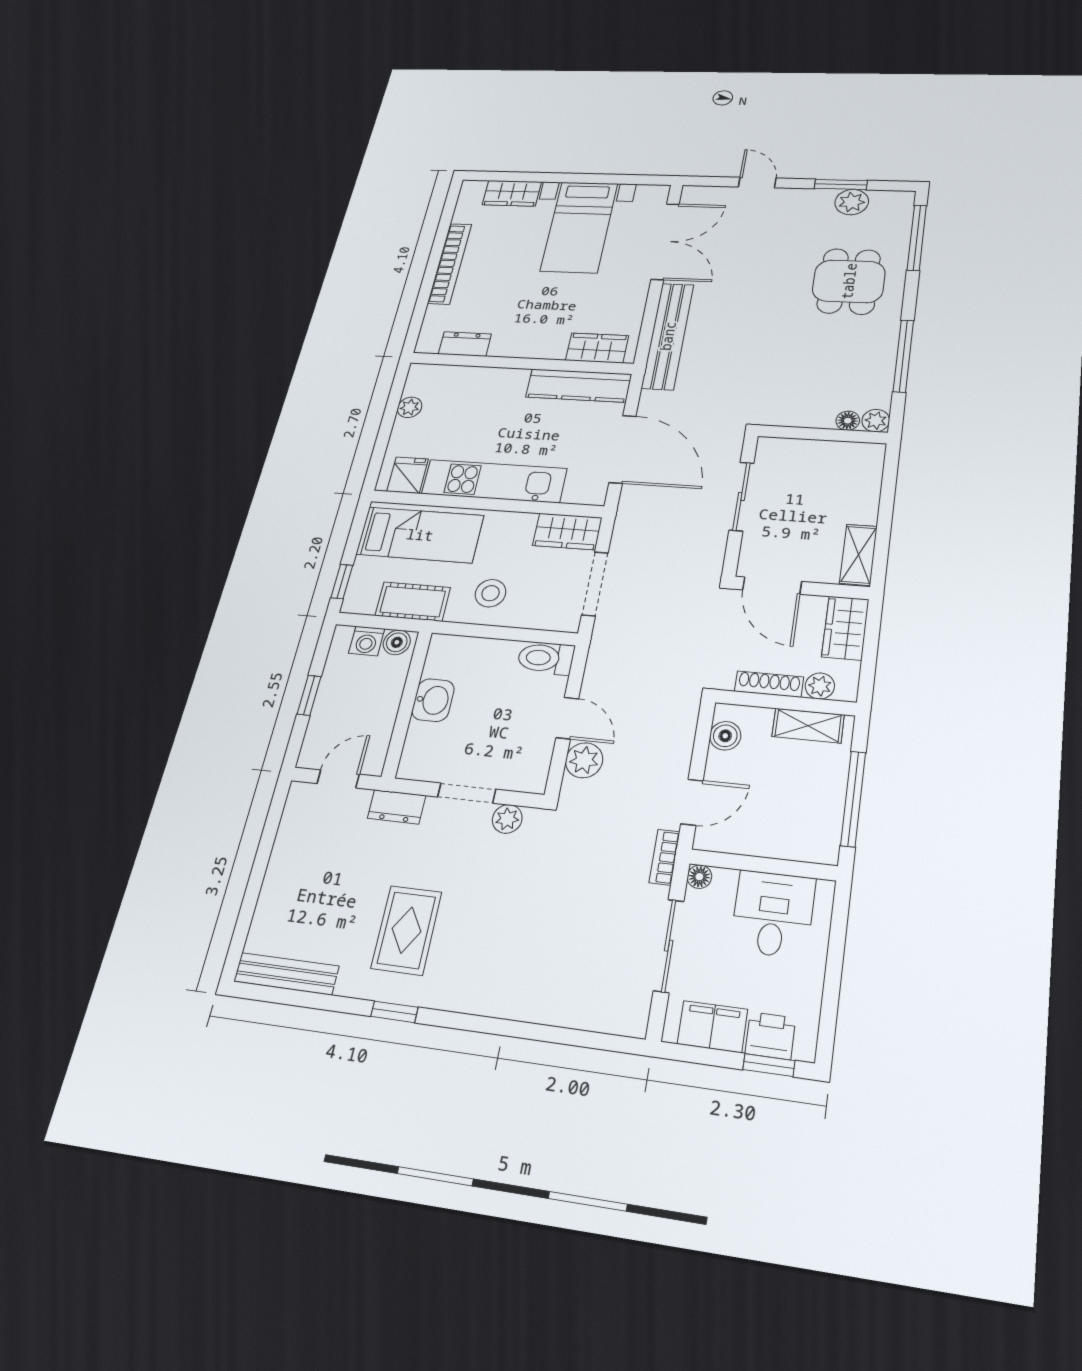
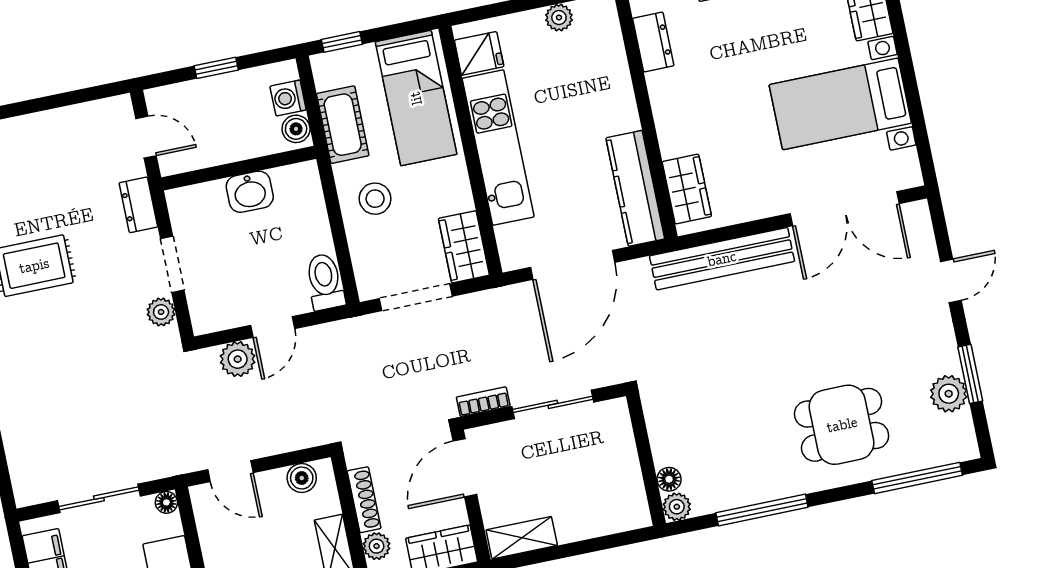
bookcase: (664, 857) -> (483, 402), moved

